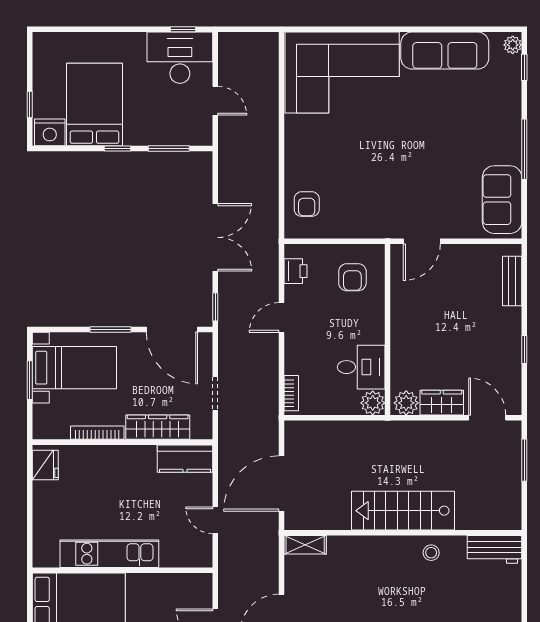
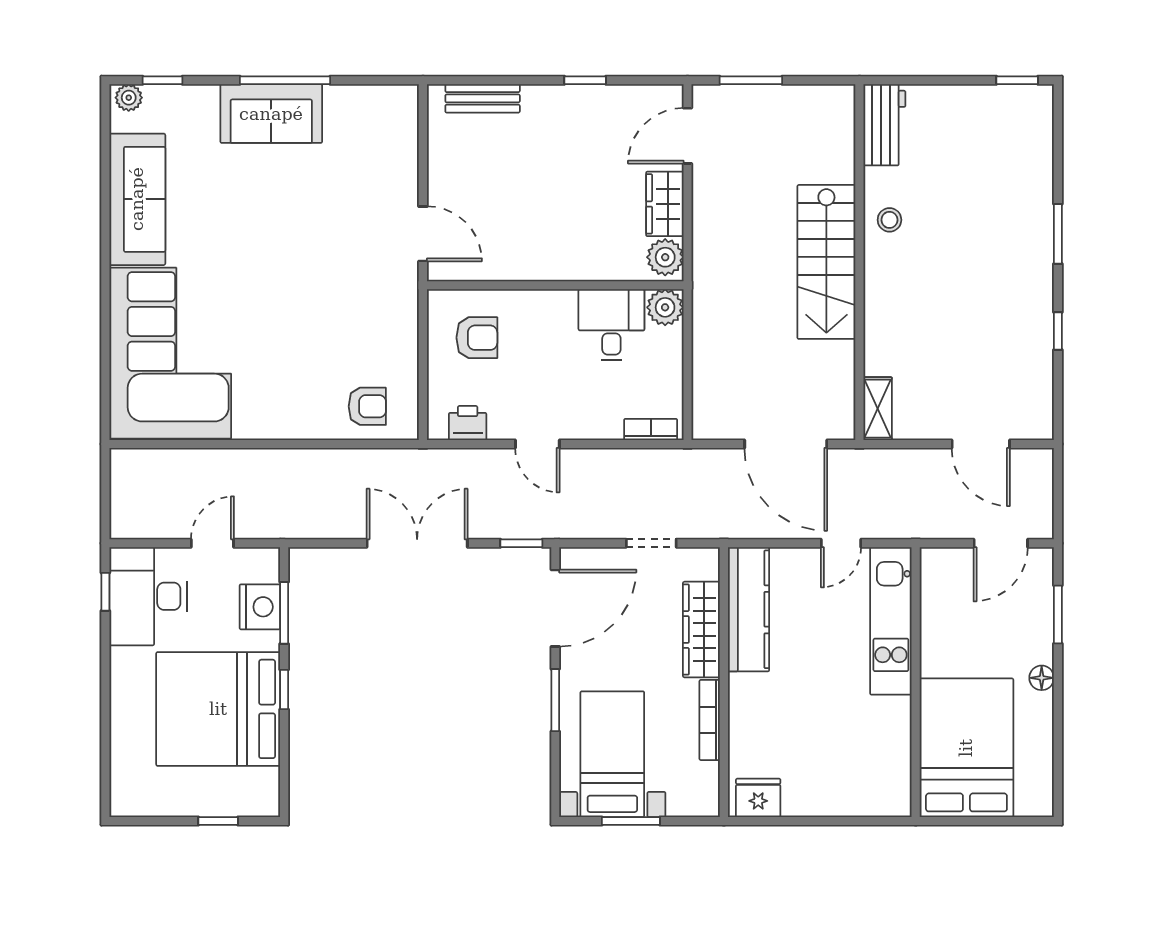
bed: (94, 105) -> (218, 709), width x1.36
nightstand: (50, 132) -> (260, 607), moved
sofa: (502, 200) -> (271, 114), moved
kitchen counter: (185, 459) -> (749, 609), width x1.50
kitchen unit: (109, 554) -> (891, 621), moved

